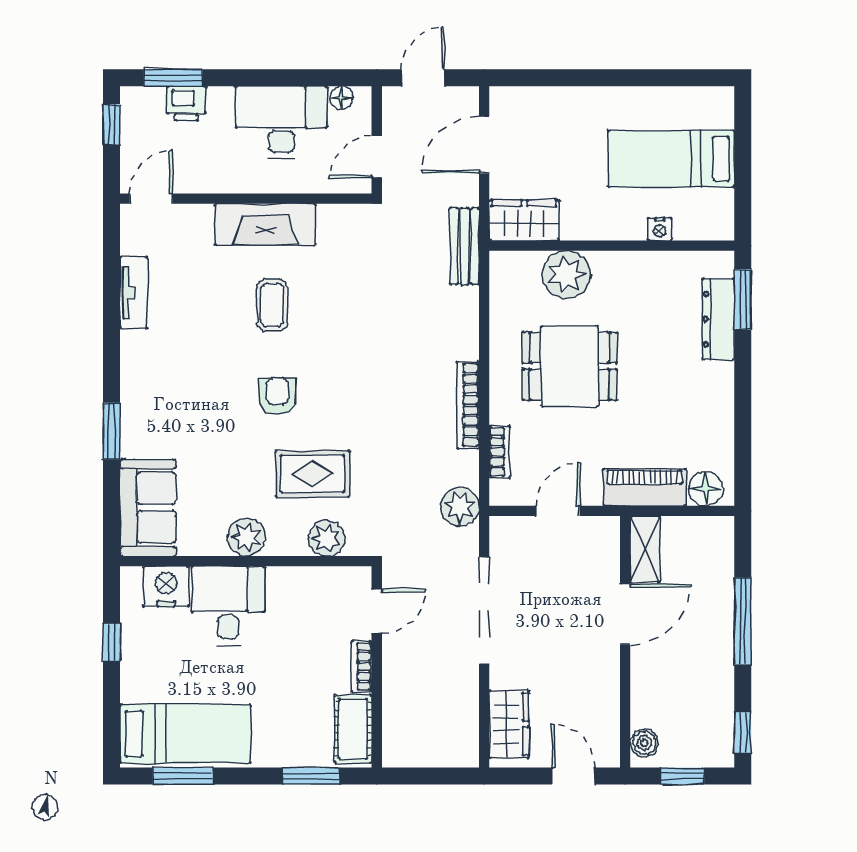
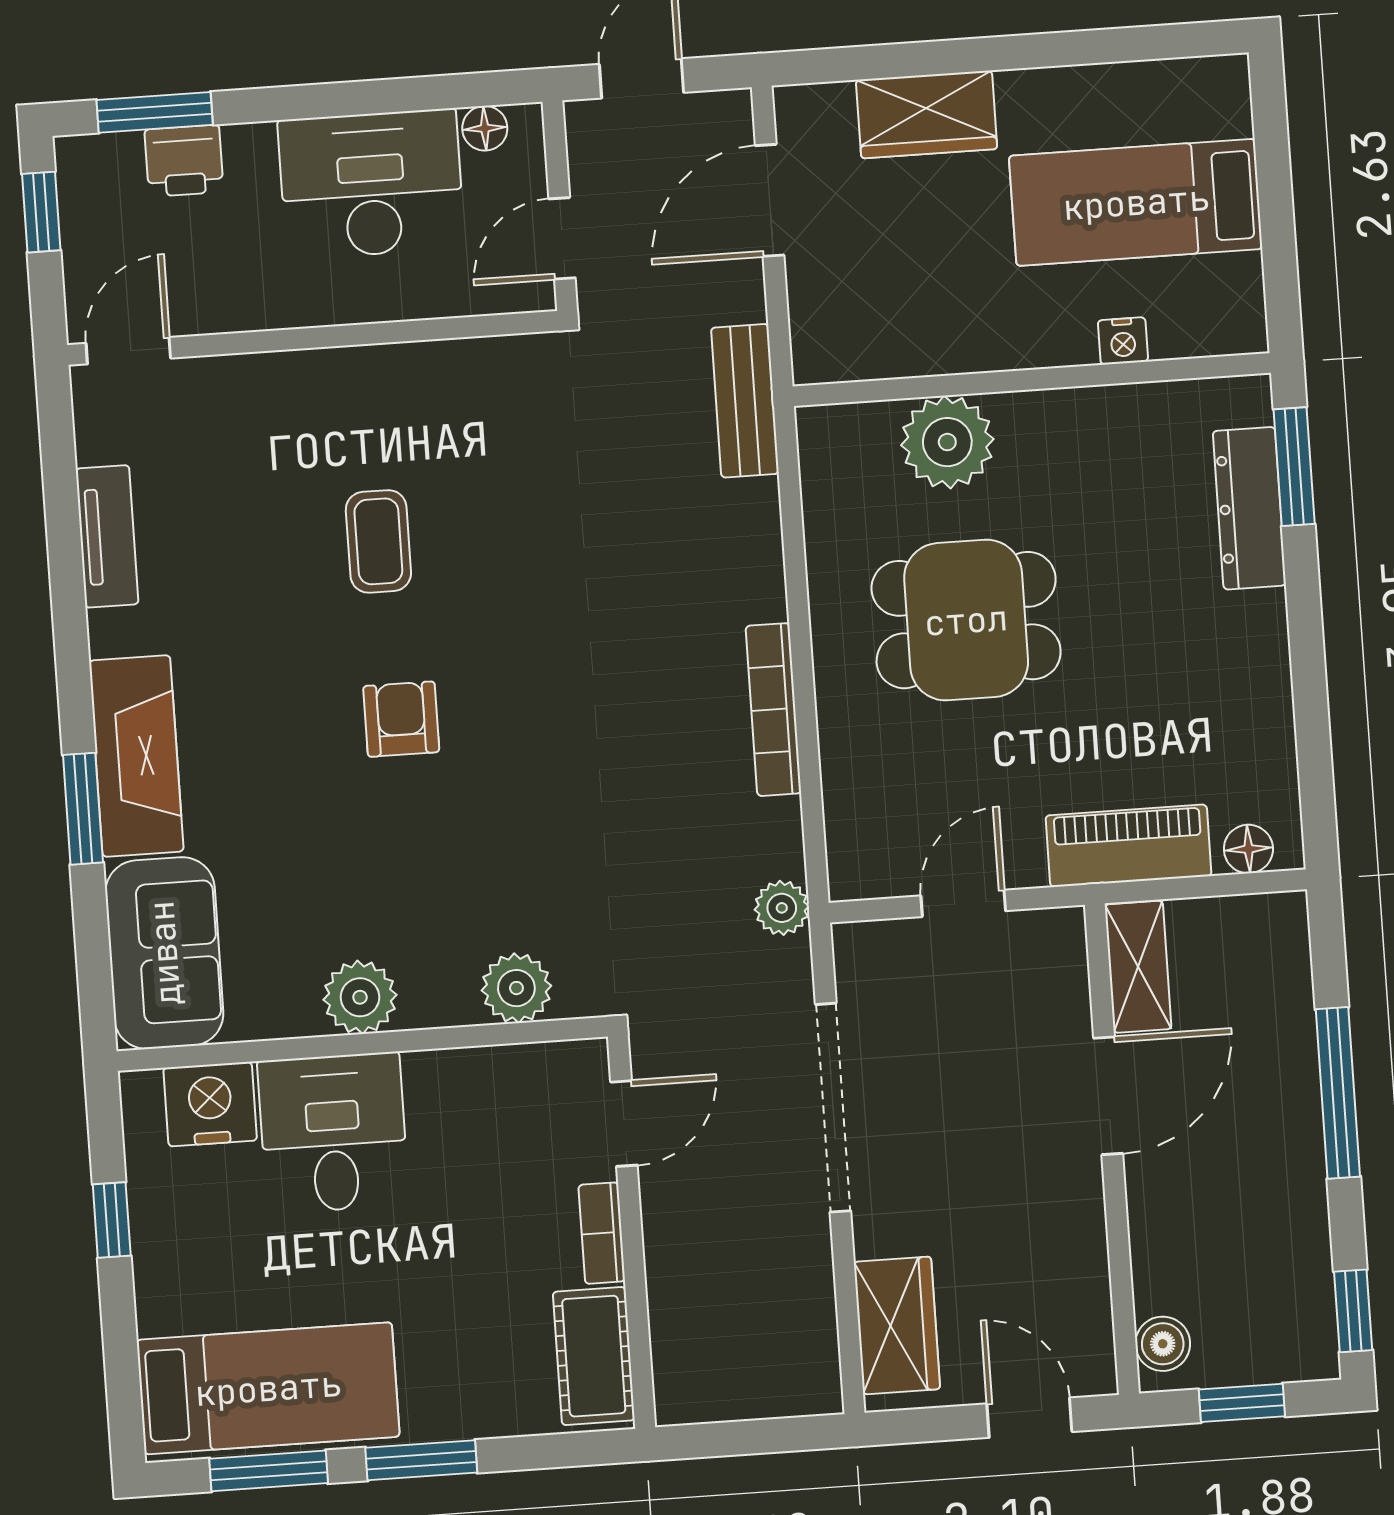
wardrobe: (524, 220) -> (927, 114), moved, turned 180
fireplace: (265, 224) -> (136, 756), moved, turned -90
bookcase: (500, 452) -> (842, 796), removed
rug: (313, 474) -> (480, 865), removed
floor lamp: (706, 489) -> (1248, 849), width x0.73, depth x0.73
plant: (460, 507) -> (782, 908), width x0.73, depth x0.73
window: (311, 776) -> (421, 1460), moved

